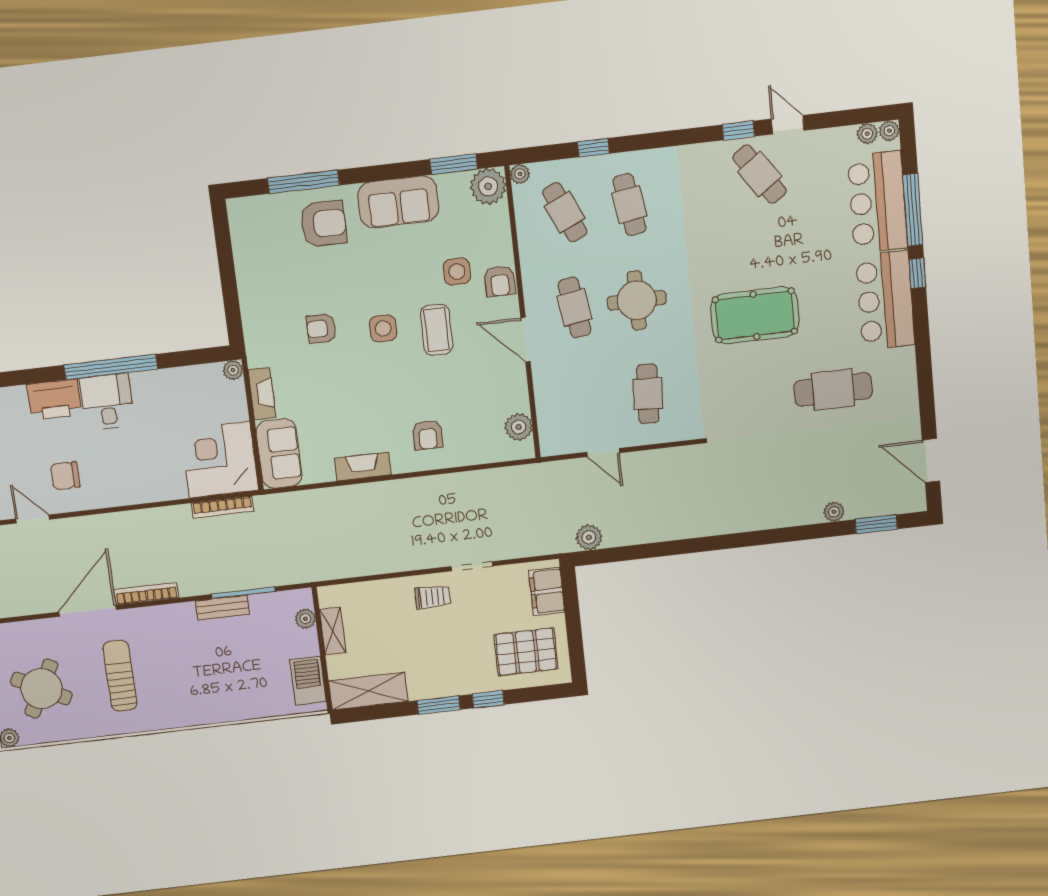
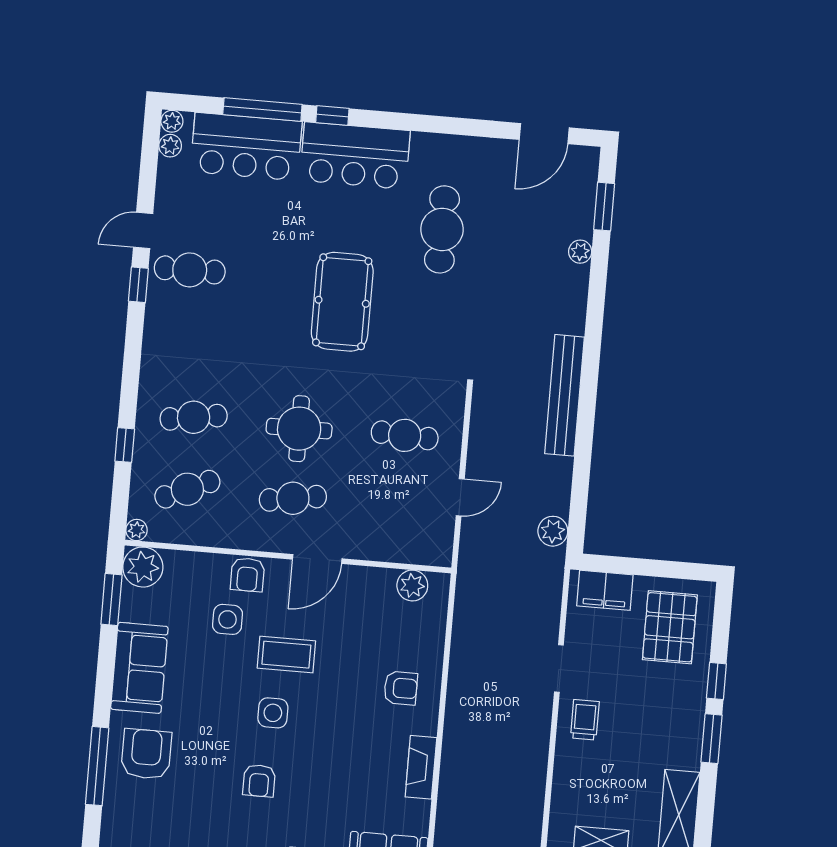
cafe table: (760, 174) -> (190, 270), turned 35
armchair: (500, 281) -> (247, 575), turned 90
bench: (708, 524) -> (565, 395), added

